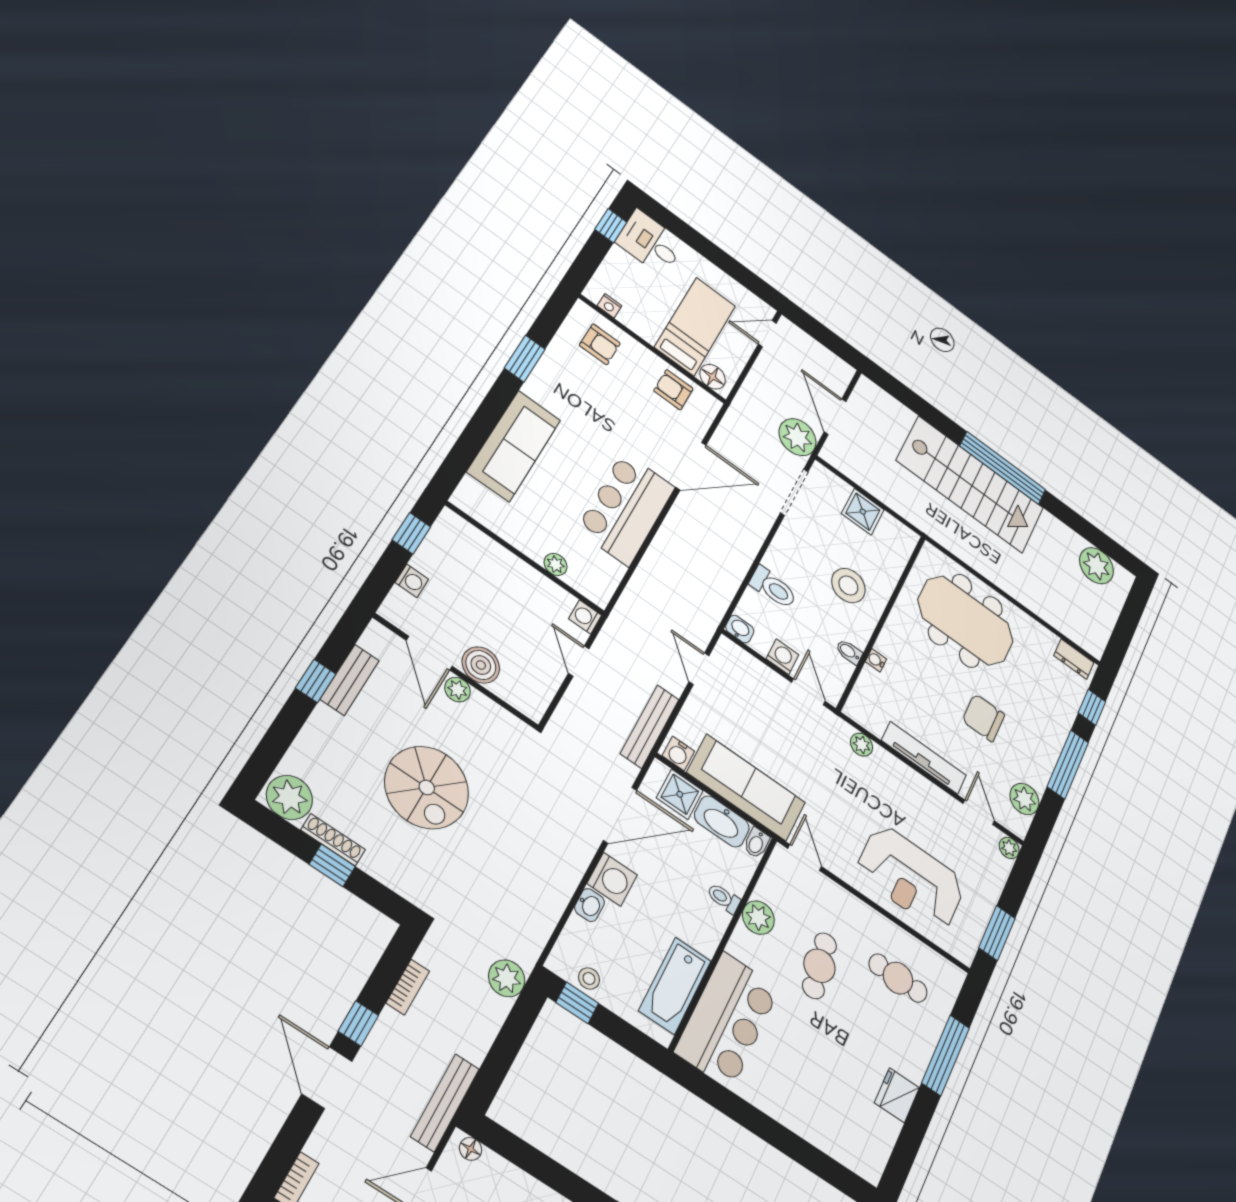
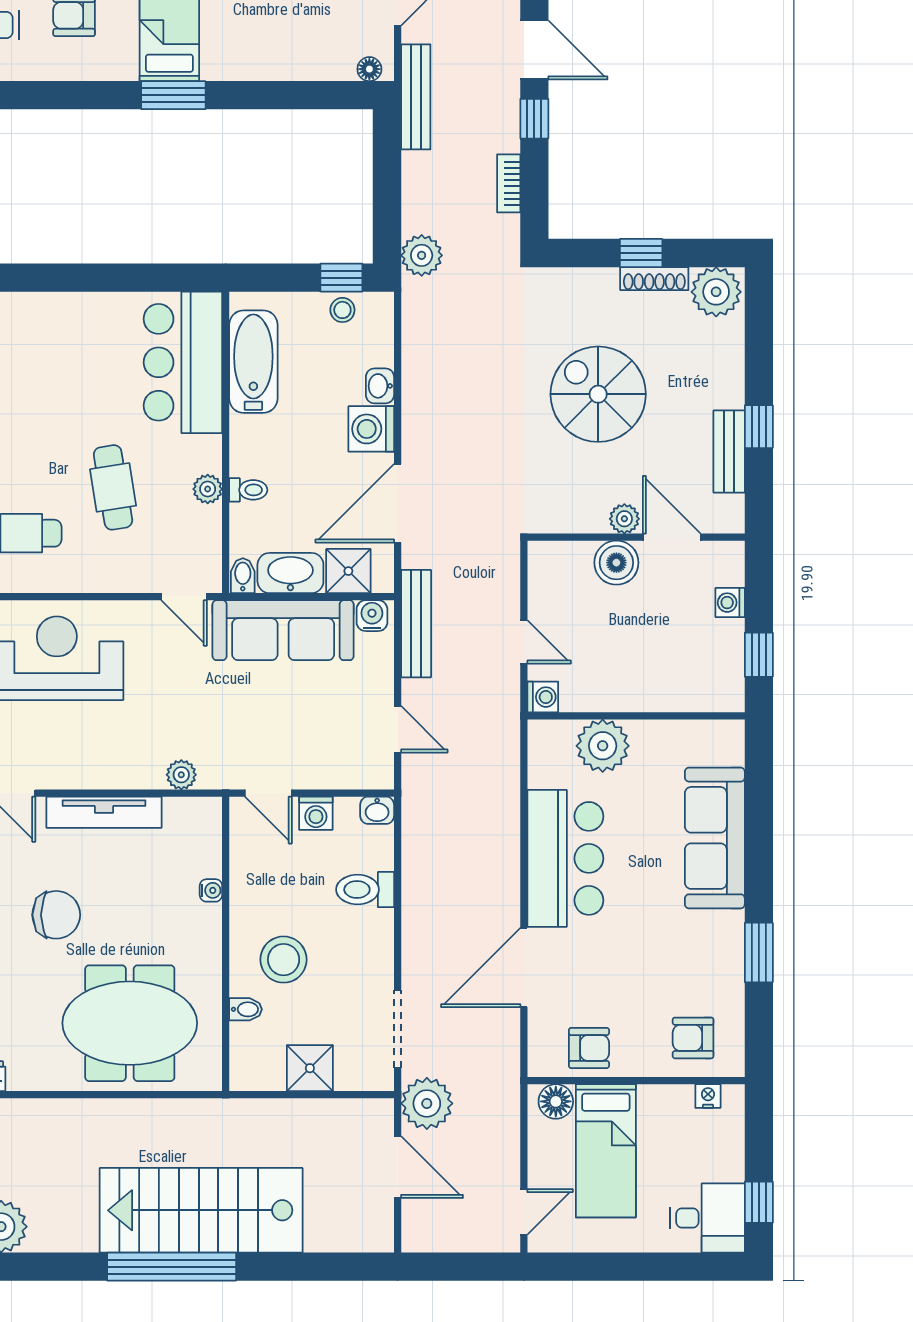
plant: (556, 564) -> (603, 746), width x1.87, depth x1.87
bidet: (849, 652) -> (246, 1009), moved
plant: (758, 918) -> (208, 489), width x0.73, depth x0.73

